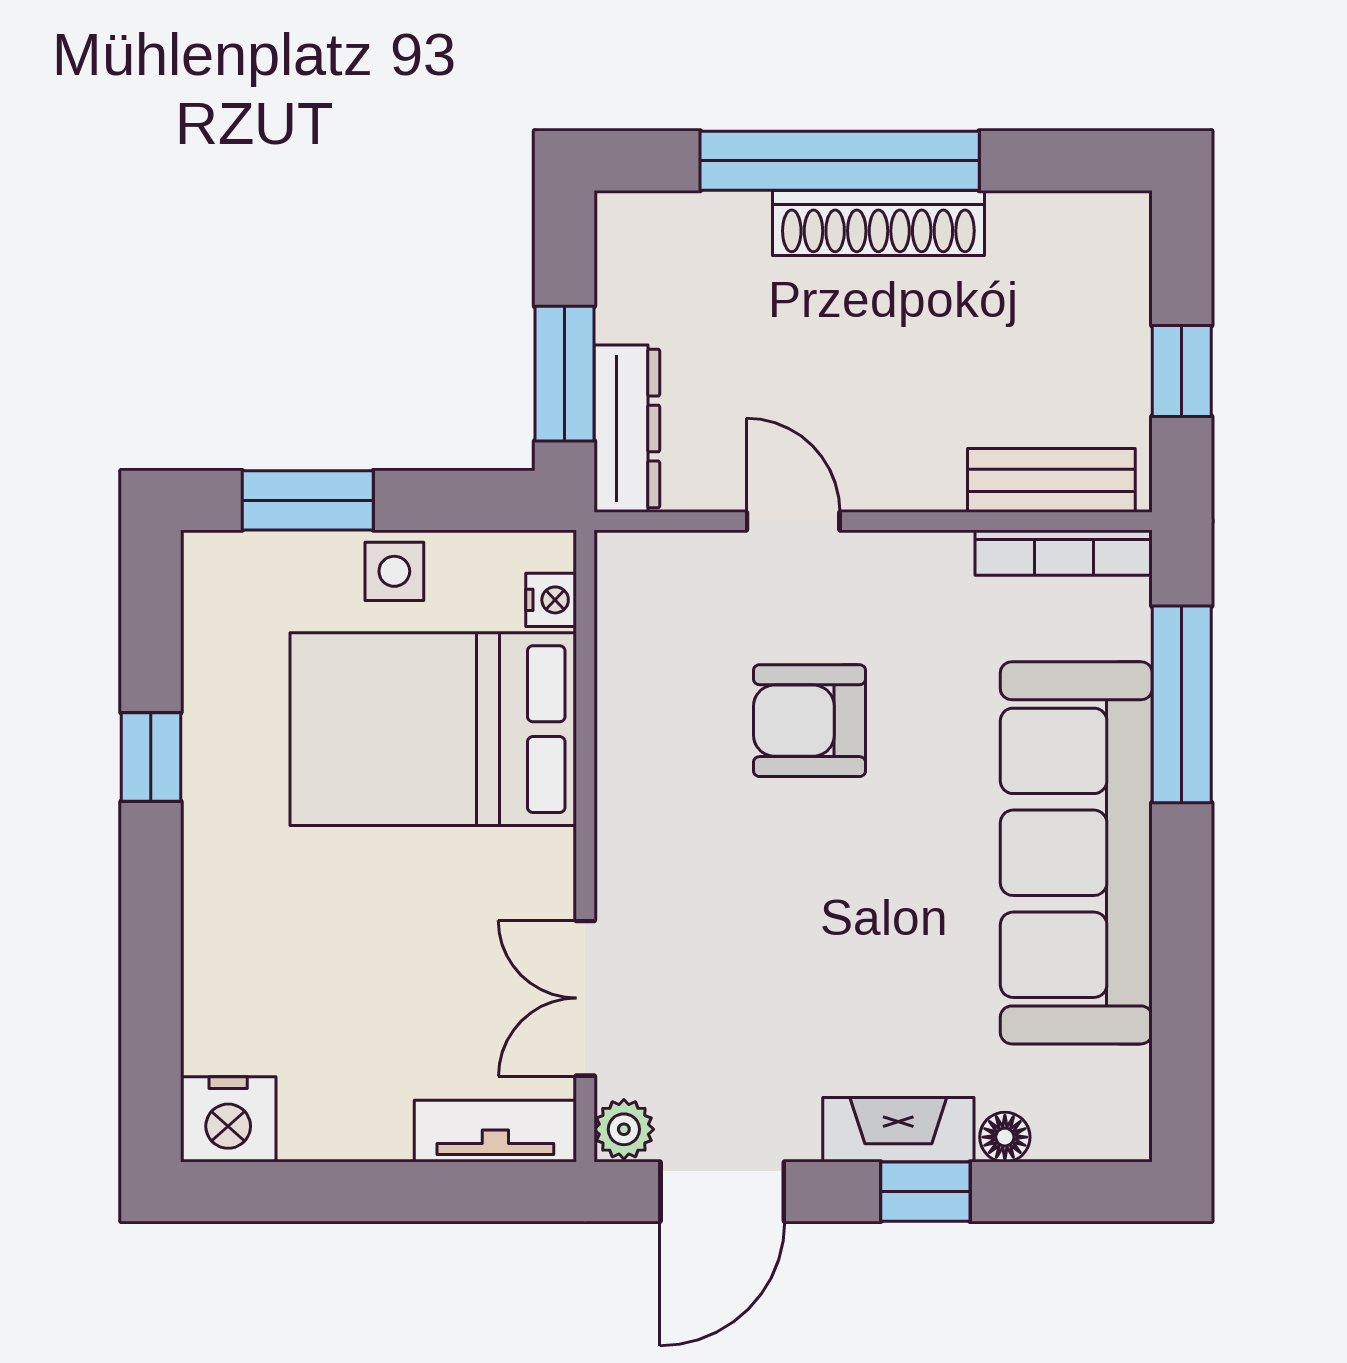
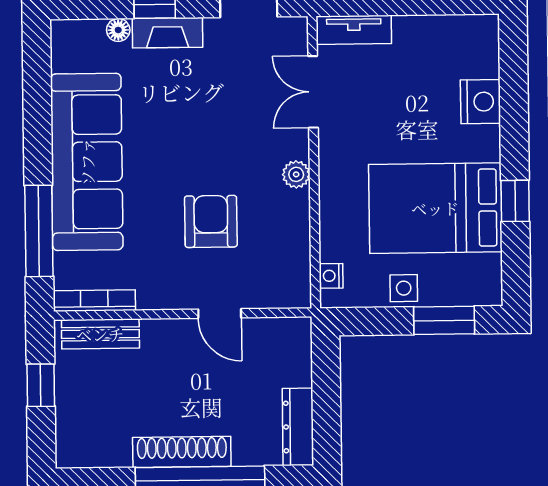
window: (564, 374) -> (326, 380), removed
dresser: (627, 429) -> (298, 427), moved
armchair: (810, 721) -> (211, 221), turned -90
bed: (433, 729) -> (435, 208), moved, turned 180
double door: (585, 998) -> (313, 92), swing flipped
nightstand: (228, 1119) -> (481, 102), moved, turned 90
plant: (624, 1129) -> (296, 174), moved

